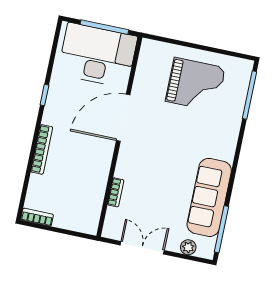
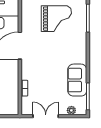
sofa: (209, 197) -> (77, 80), width x0.73

